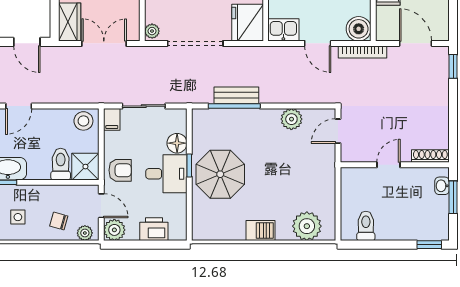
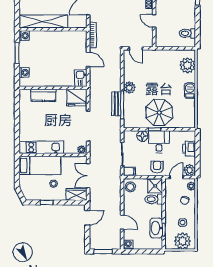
boiler: (359, 29) -> (80, 37), removed
door: (318, 43) -> (88, 59), hinge flipped
plant: (291, 119) -> (129, 88), moved

